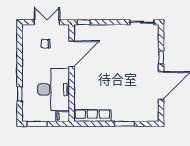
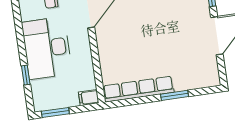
desk: (54, 89) -> (47, 48), moved, turned 180
row of seats: (92, 116) -> (138, 89), width x1.36

